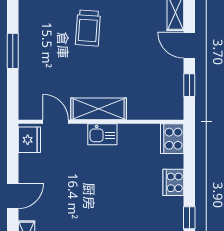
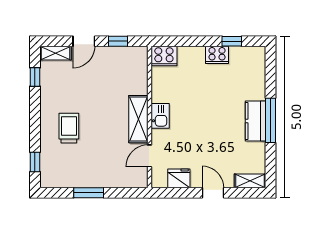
trolley: (88, 28) -> (69, 128), turned -94
fridge: (29, 140) -> (179, 178), moved
cooker: (173, 182) -> (217, 55), moved

